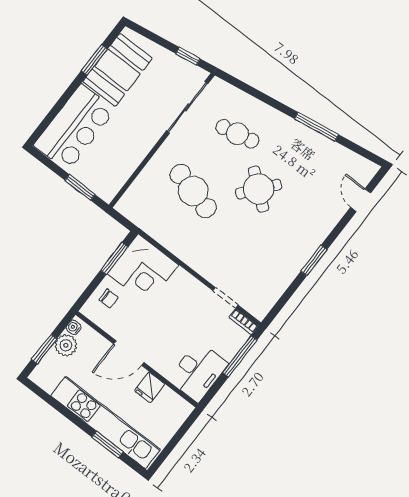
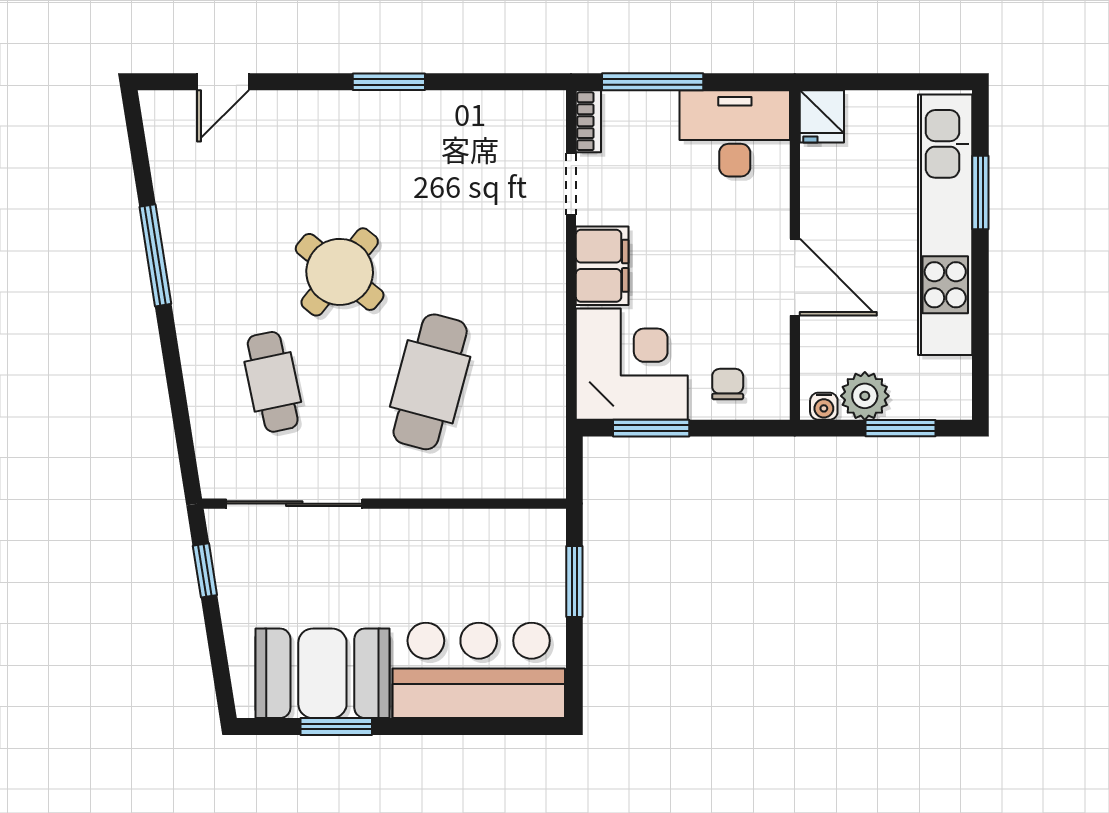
filing cabinet: (187, 286) -> (602, 266), added
fridge: (150, 387) -> (822, 116), moved, turned 90

